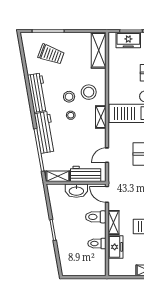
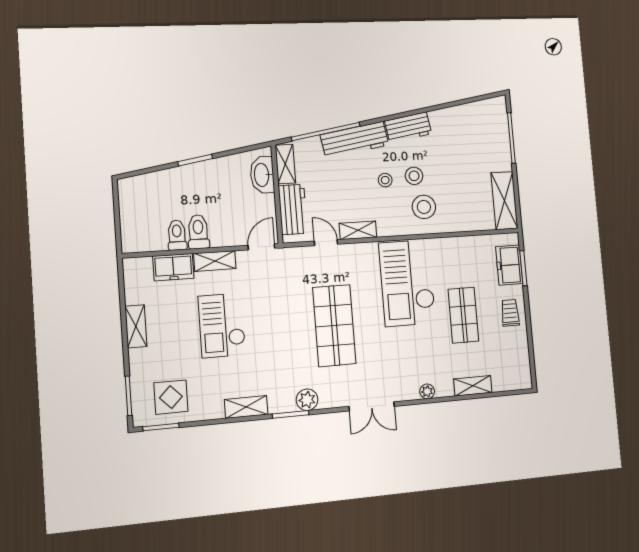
shelving: (99, 50) -> (504, 201), moved, turned 90
trolley: (51, 54) -> (477, 144), removed
workbench: (38, 93) -> (408, 127), width x0.73
shelving: (101, 117) -> (358, 230), moved
washbasin: (76, 191) -> (262, 175), moved
toilet: (96, 217) -> (198, 232), moved

